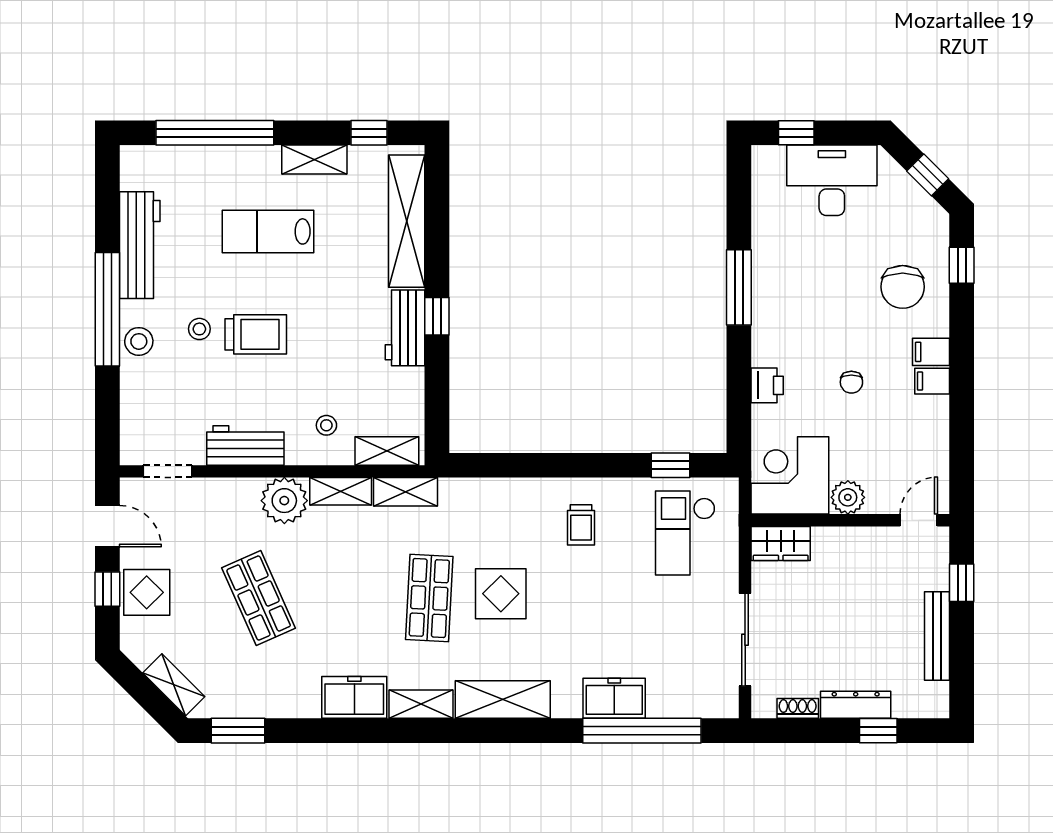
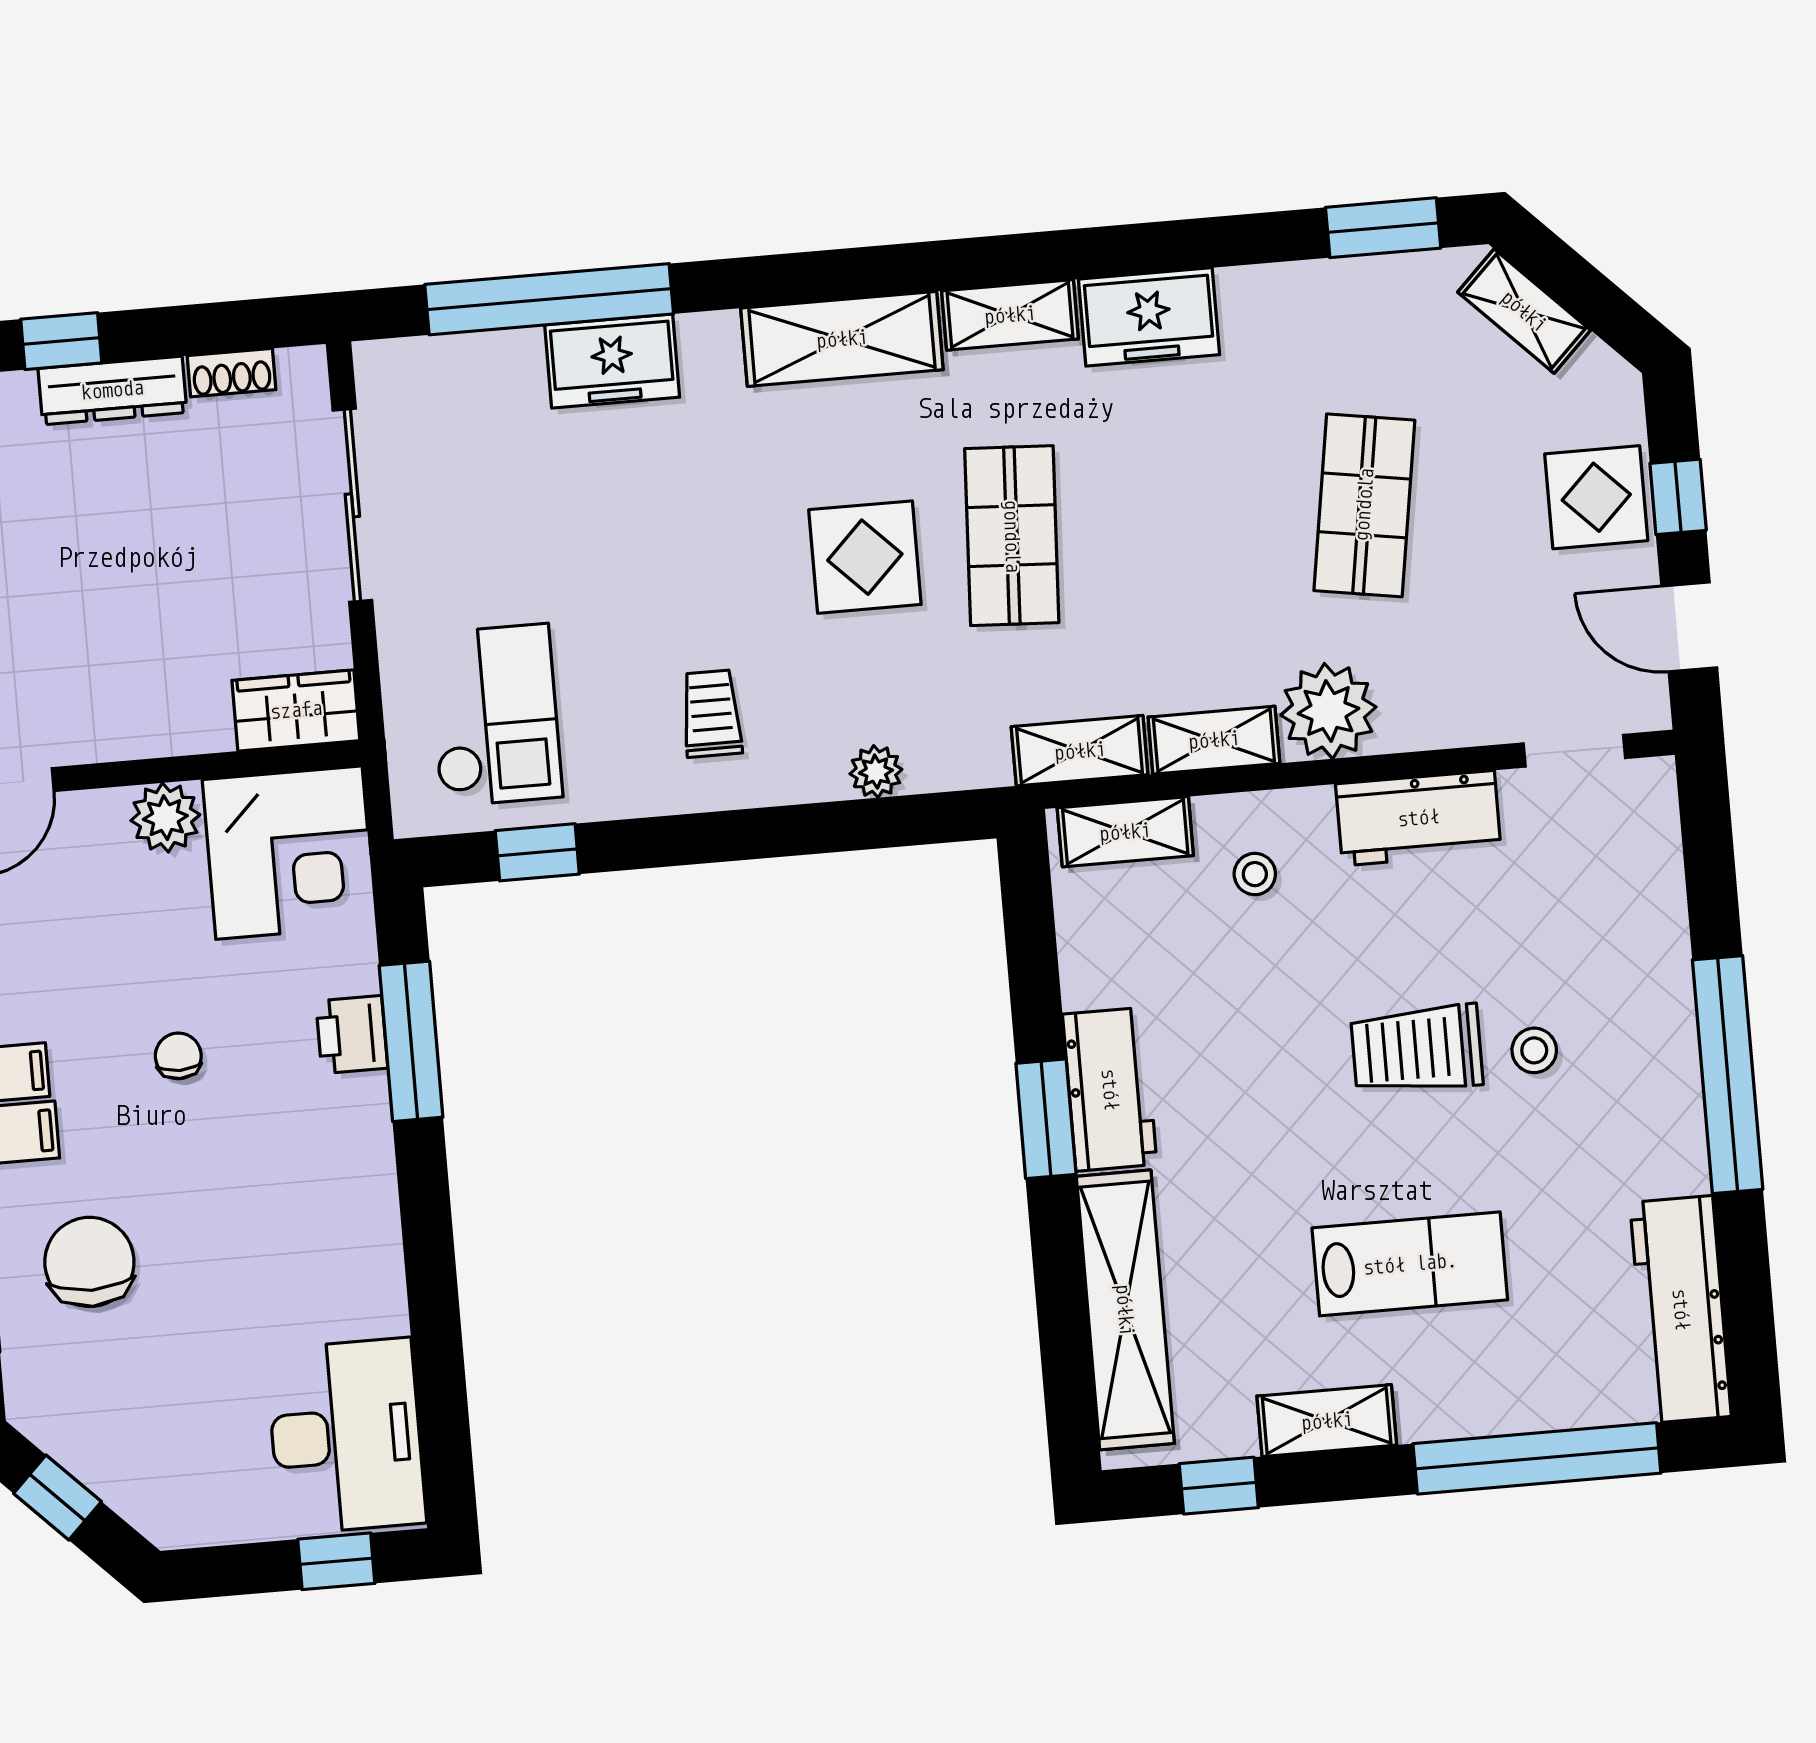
desk: (832, 180) -> (346, 1436), moved, turned -90
workbench: (140, 245) -> (1681, 1309), moved
window: (739, 287) -> (411, 1041), moved
window: (437, 316) -> (1046, 1119), width x1.50
stool: (139, 341) -> (1657, 1014), removed
plant: (504, 490) -> (876, 772), added
shop shelf: (259, 598) -> (1364, 505), turned 33

